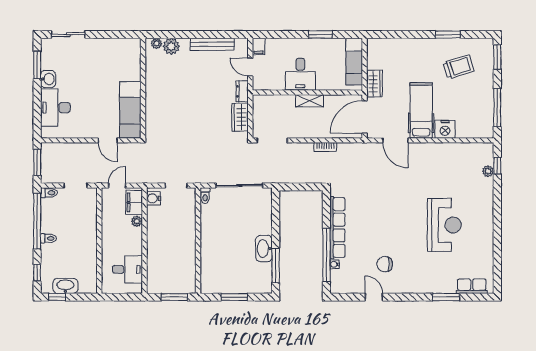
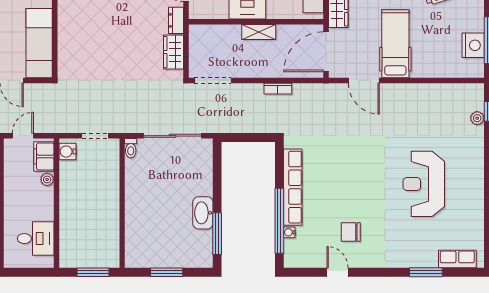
nightstand: (445, 129) -> (473, 45), moved, turned -90
reception desk: (444, 225) -> (424, 184), turned 180

